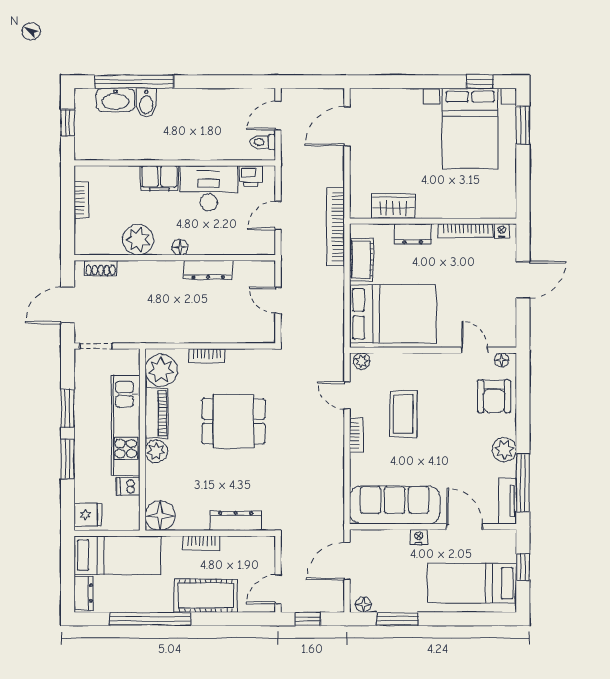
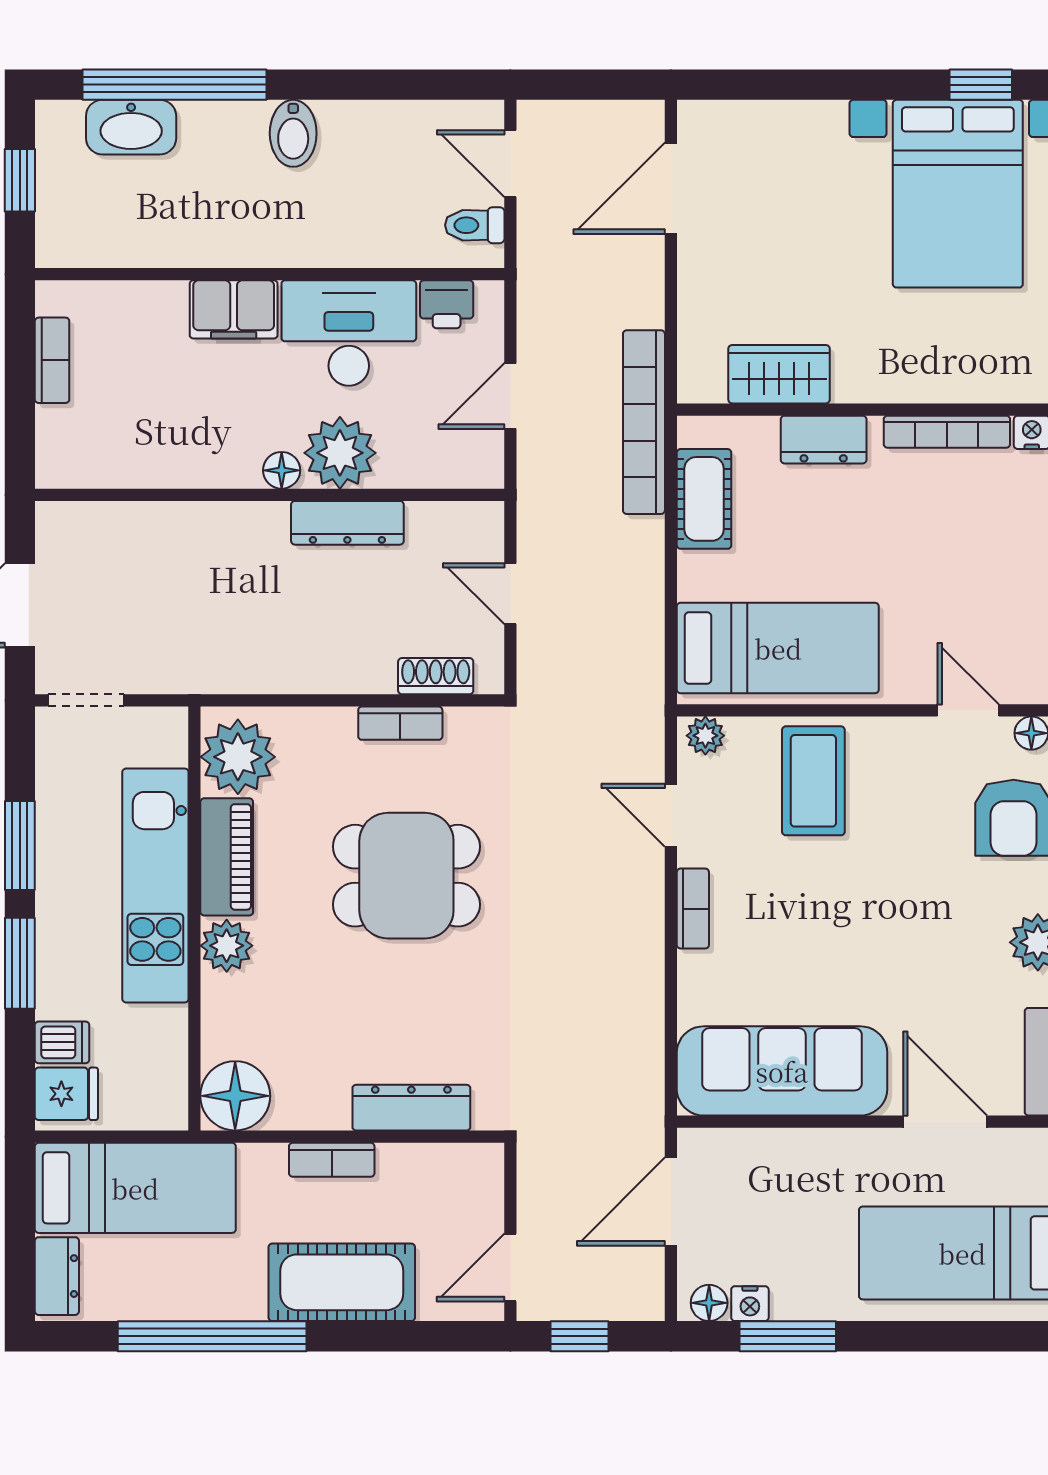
bidet: (146, 103) -> (293, 133), moved
door: (278, 116) -> (510, 164), hinge flipped
plant: (138, 240) -> (340, 453), moved
shoe rack: (101, 268) -> (436, 676), moved, turned 180
bed: (393, 314) -> (778, 648), width x0.67
bookcase: (207, 356) -> (400, 723), moved
coffee table: (403, 414) -> (813, 781), moved
dishwasher: (128, 486) -> (62, 1042), moved, turned 180
nightstand: (419, 537) -> (750, 1304), moved, turned 180

